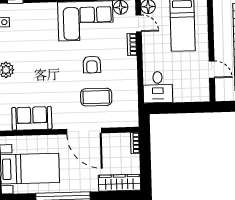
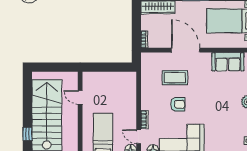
armchair: (92, 65) -> (178, 104), turned 90
desk: (158, 87) -> (125, 84), removed

